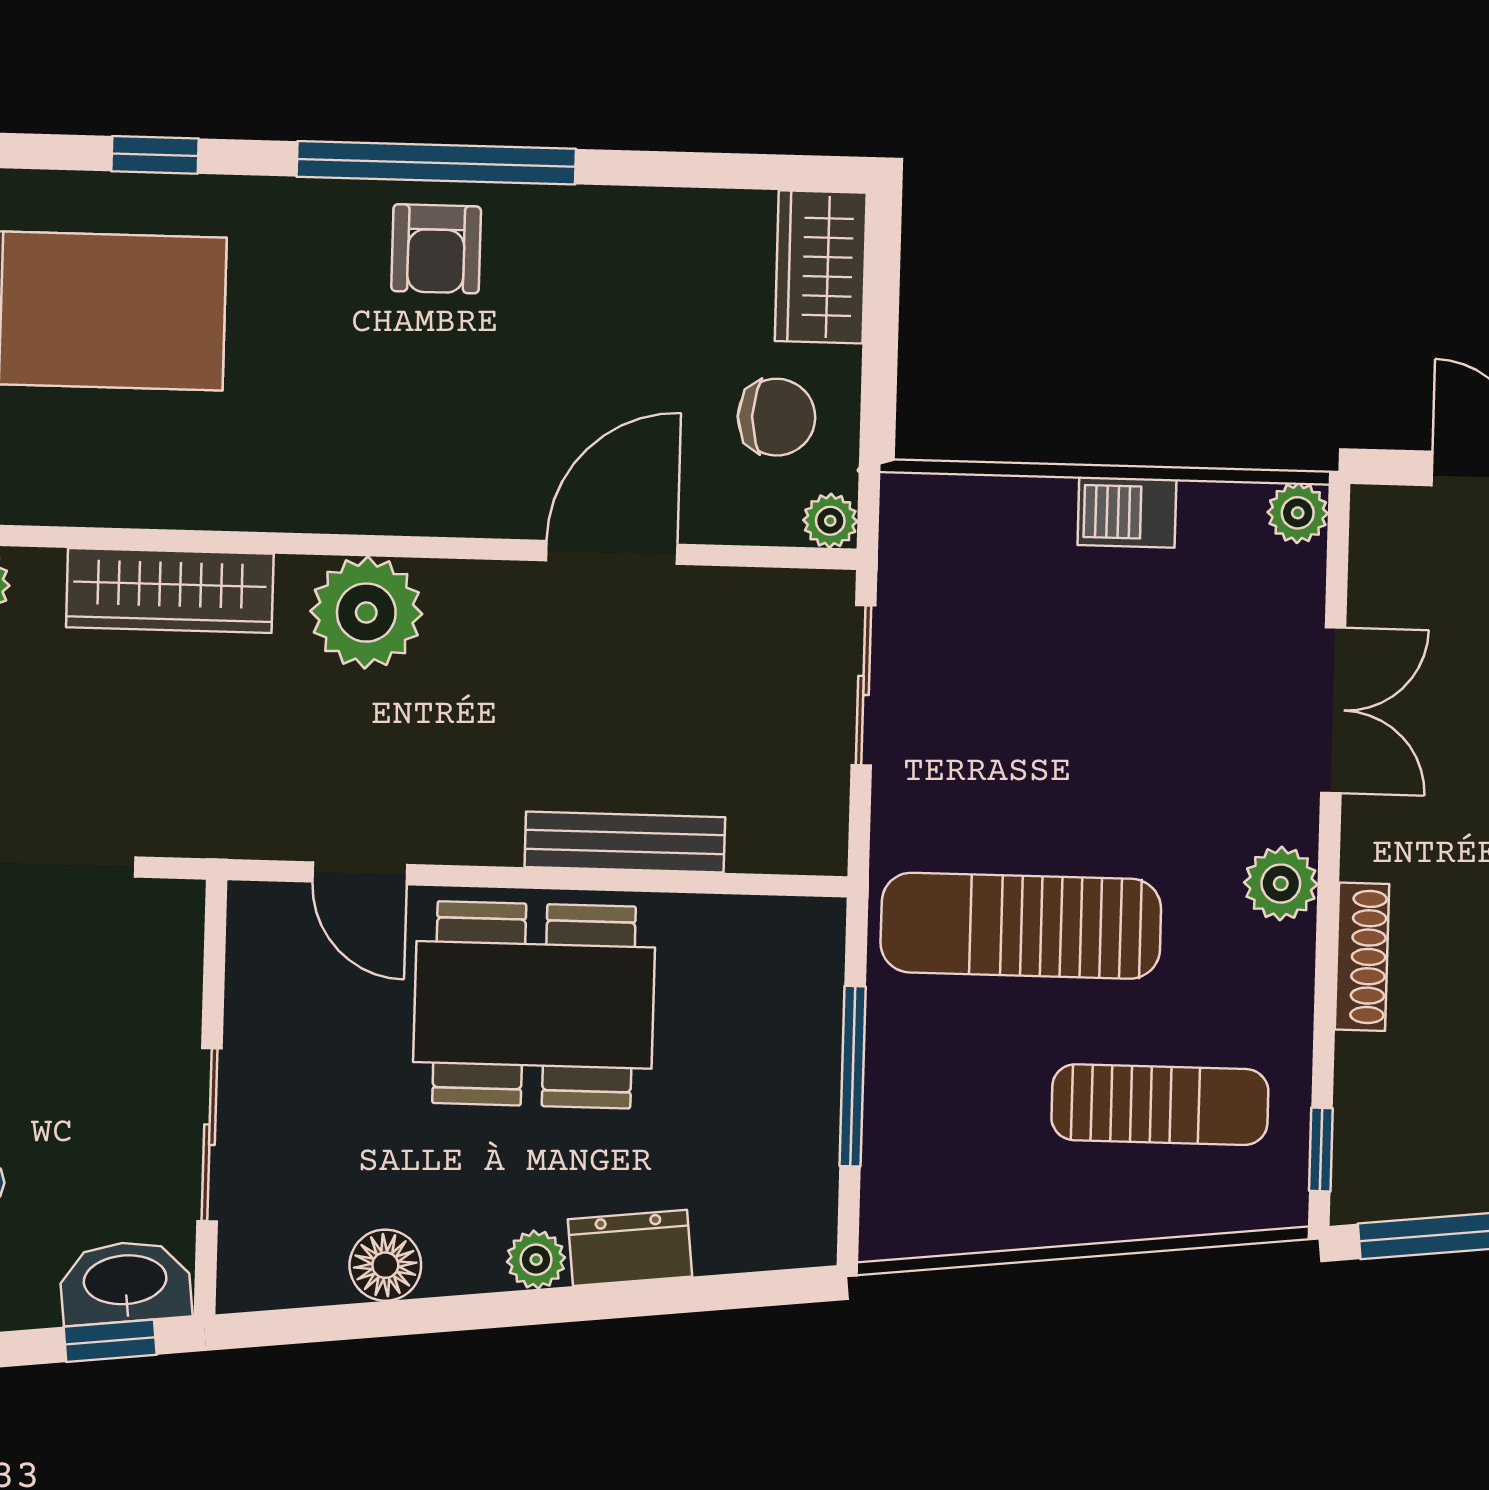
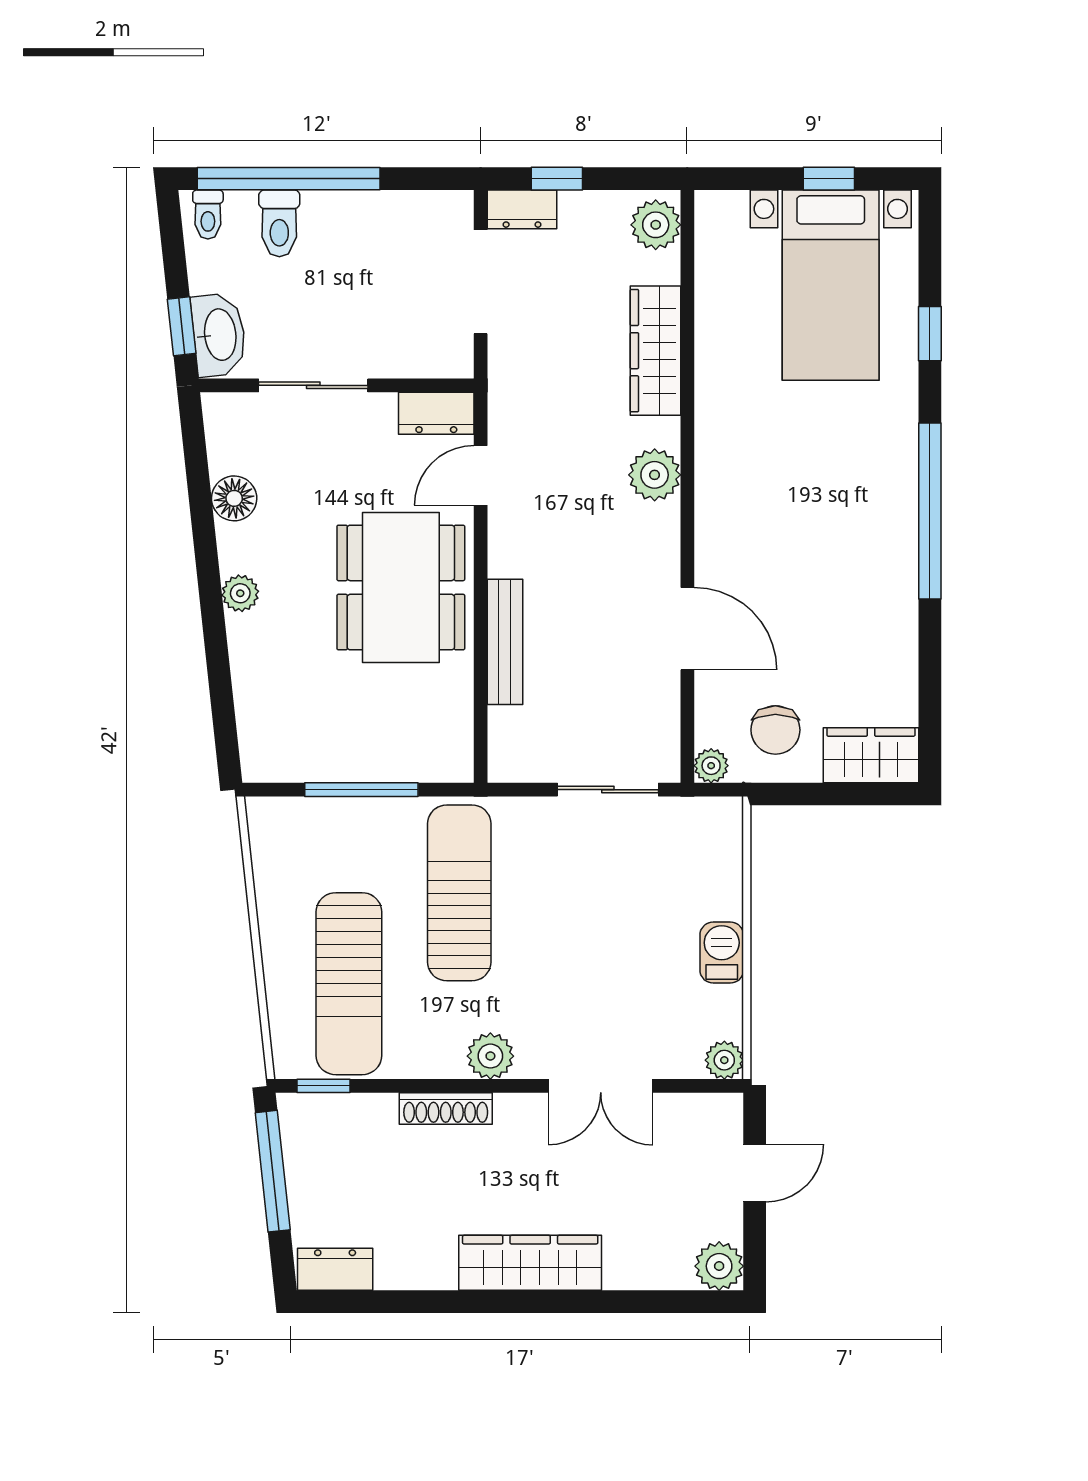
armchair: (436, 249) -> (876, 512), removed
plant: (366, 613) -> (655, 475), width x0.73, depth x0.73
sun lounger: (1160, 1105) -> (349, 984), width x1.36, depth x1.34
dresser: (630, 1248) -> (436, 413), moved, turned 96

